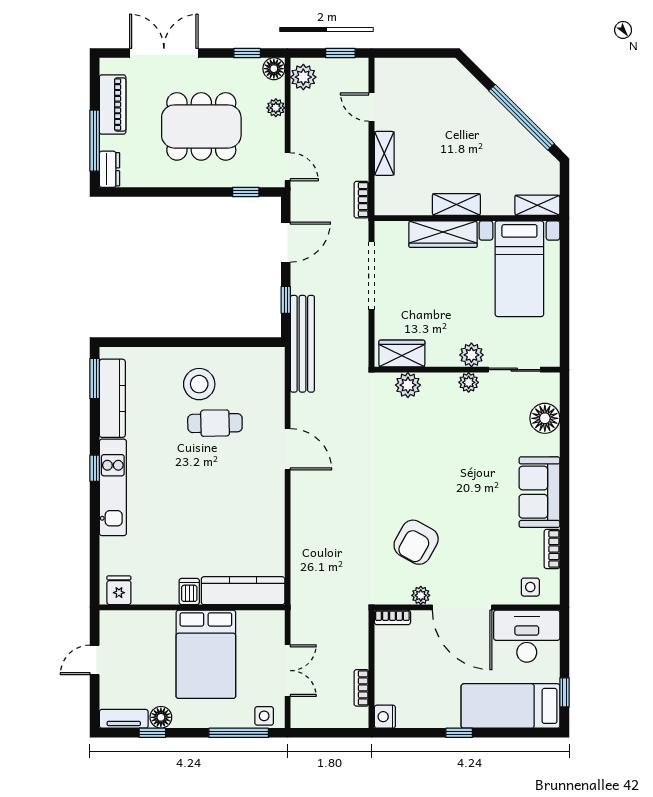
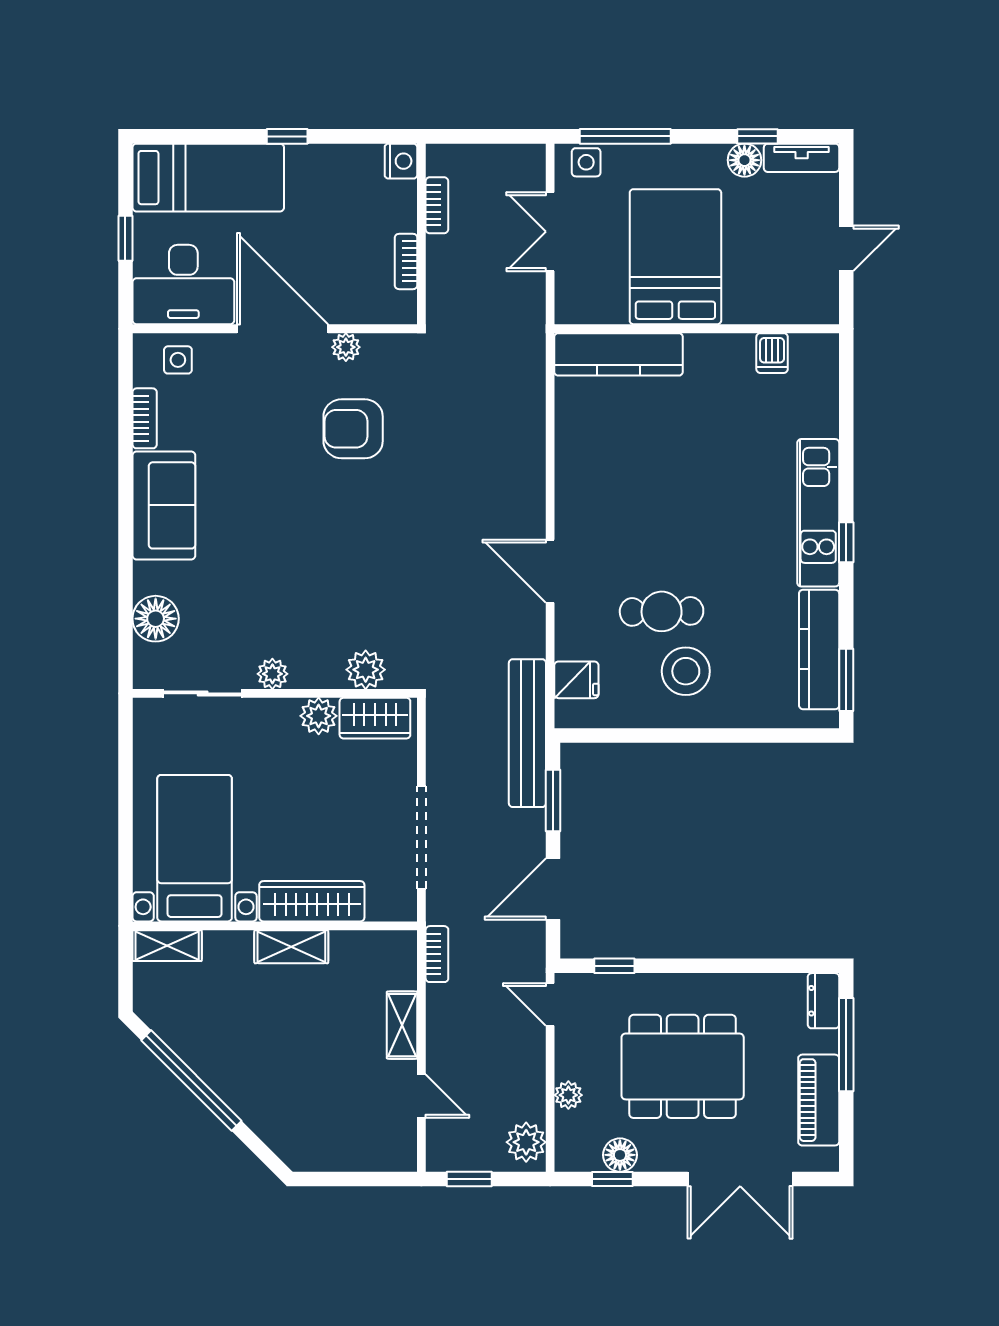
floor lamp: (274, 69) -> (620, 1155), moved
window: (286, 300) -> (553, 800), width x1.50
plant: (471, 355) -> (319, 716), moved
armchair: (416, 542) -> (353, 429), turned -119
fridge: (119, 590) -> (576, 680), moved, turned -90
dishwasher: (189, 592) -> (772, 353), moved
bookcase: (392, 617) -> (406, 261), moved, turned -90
window: (565, 692) -> (125, 238), moved

